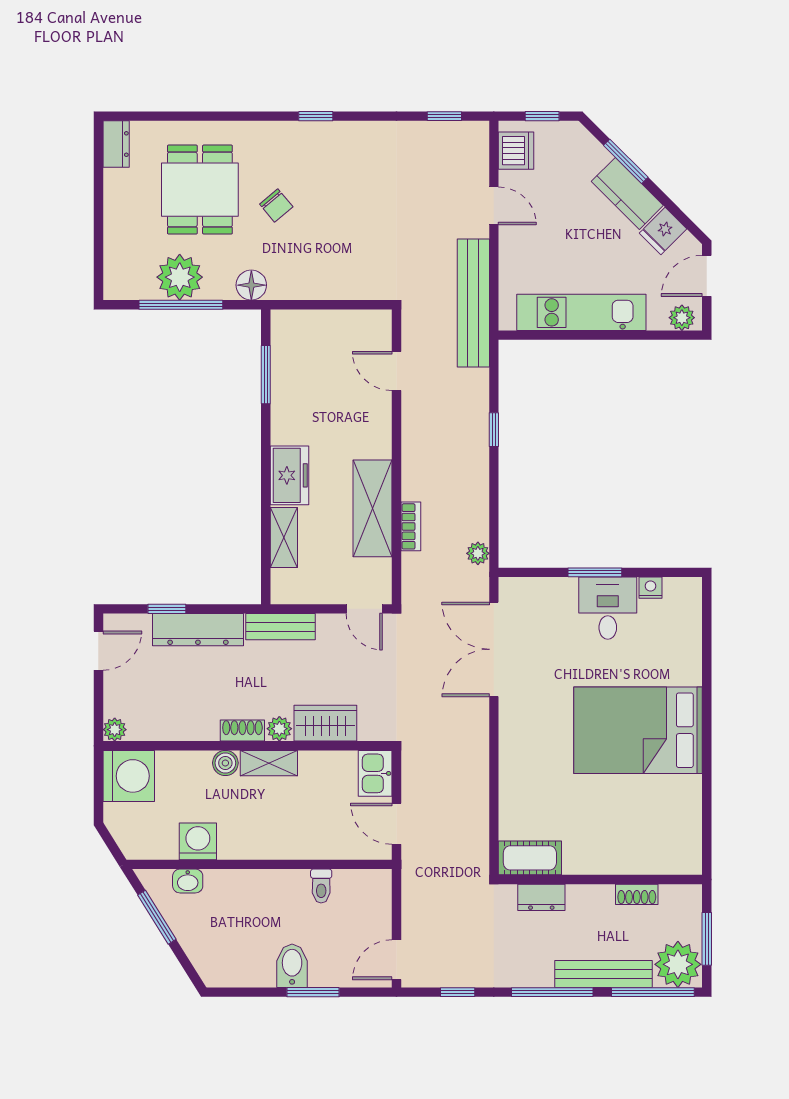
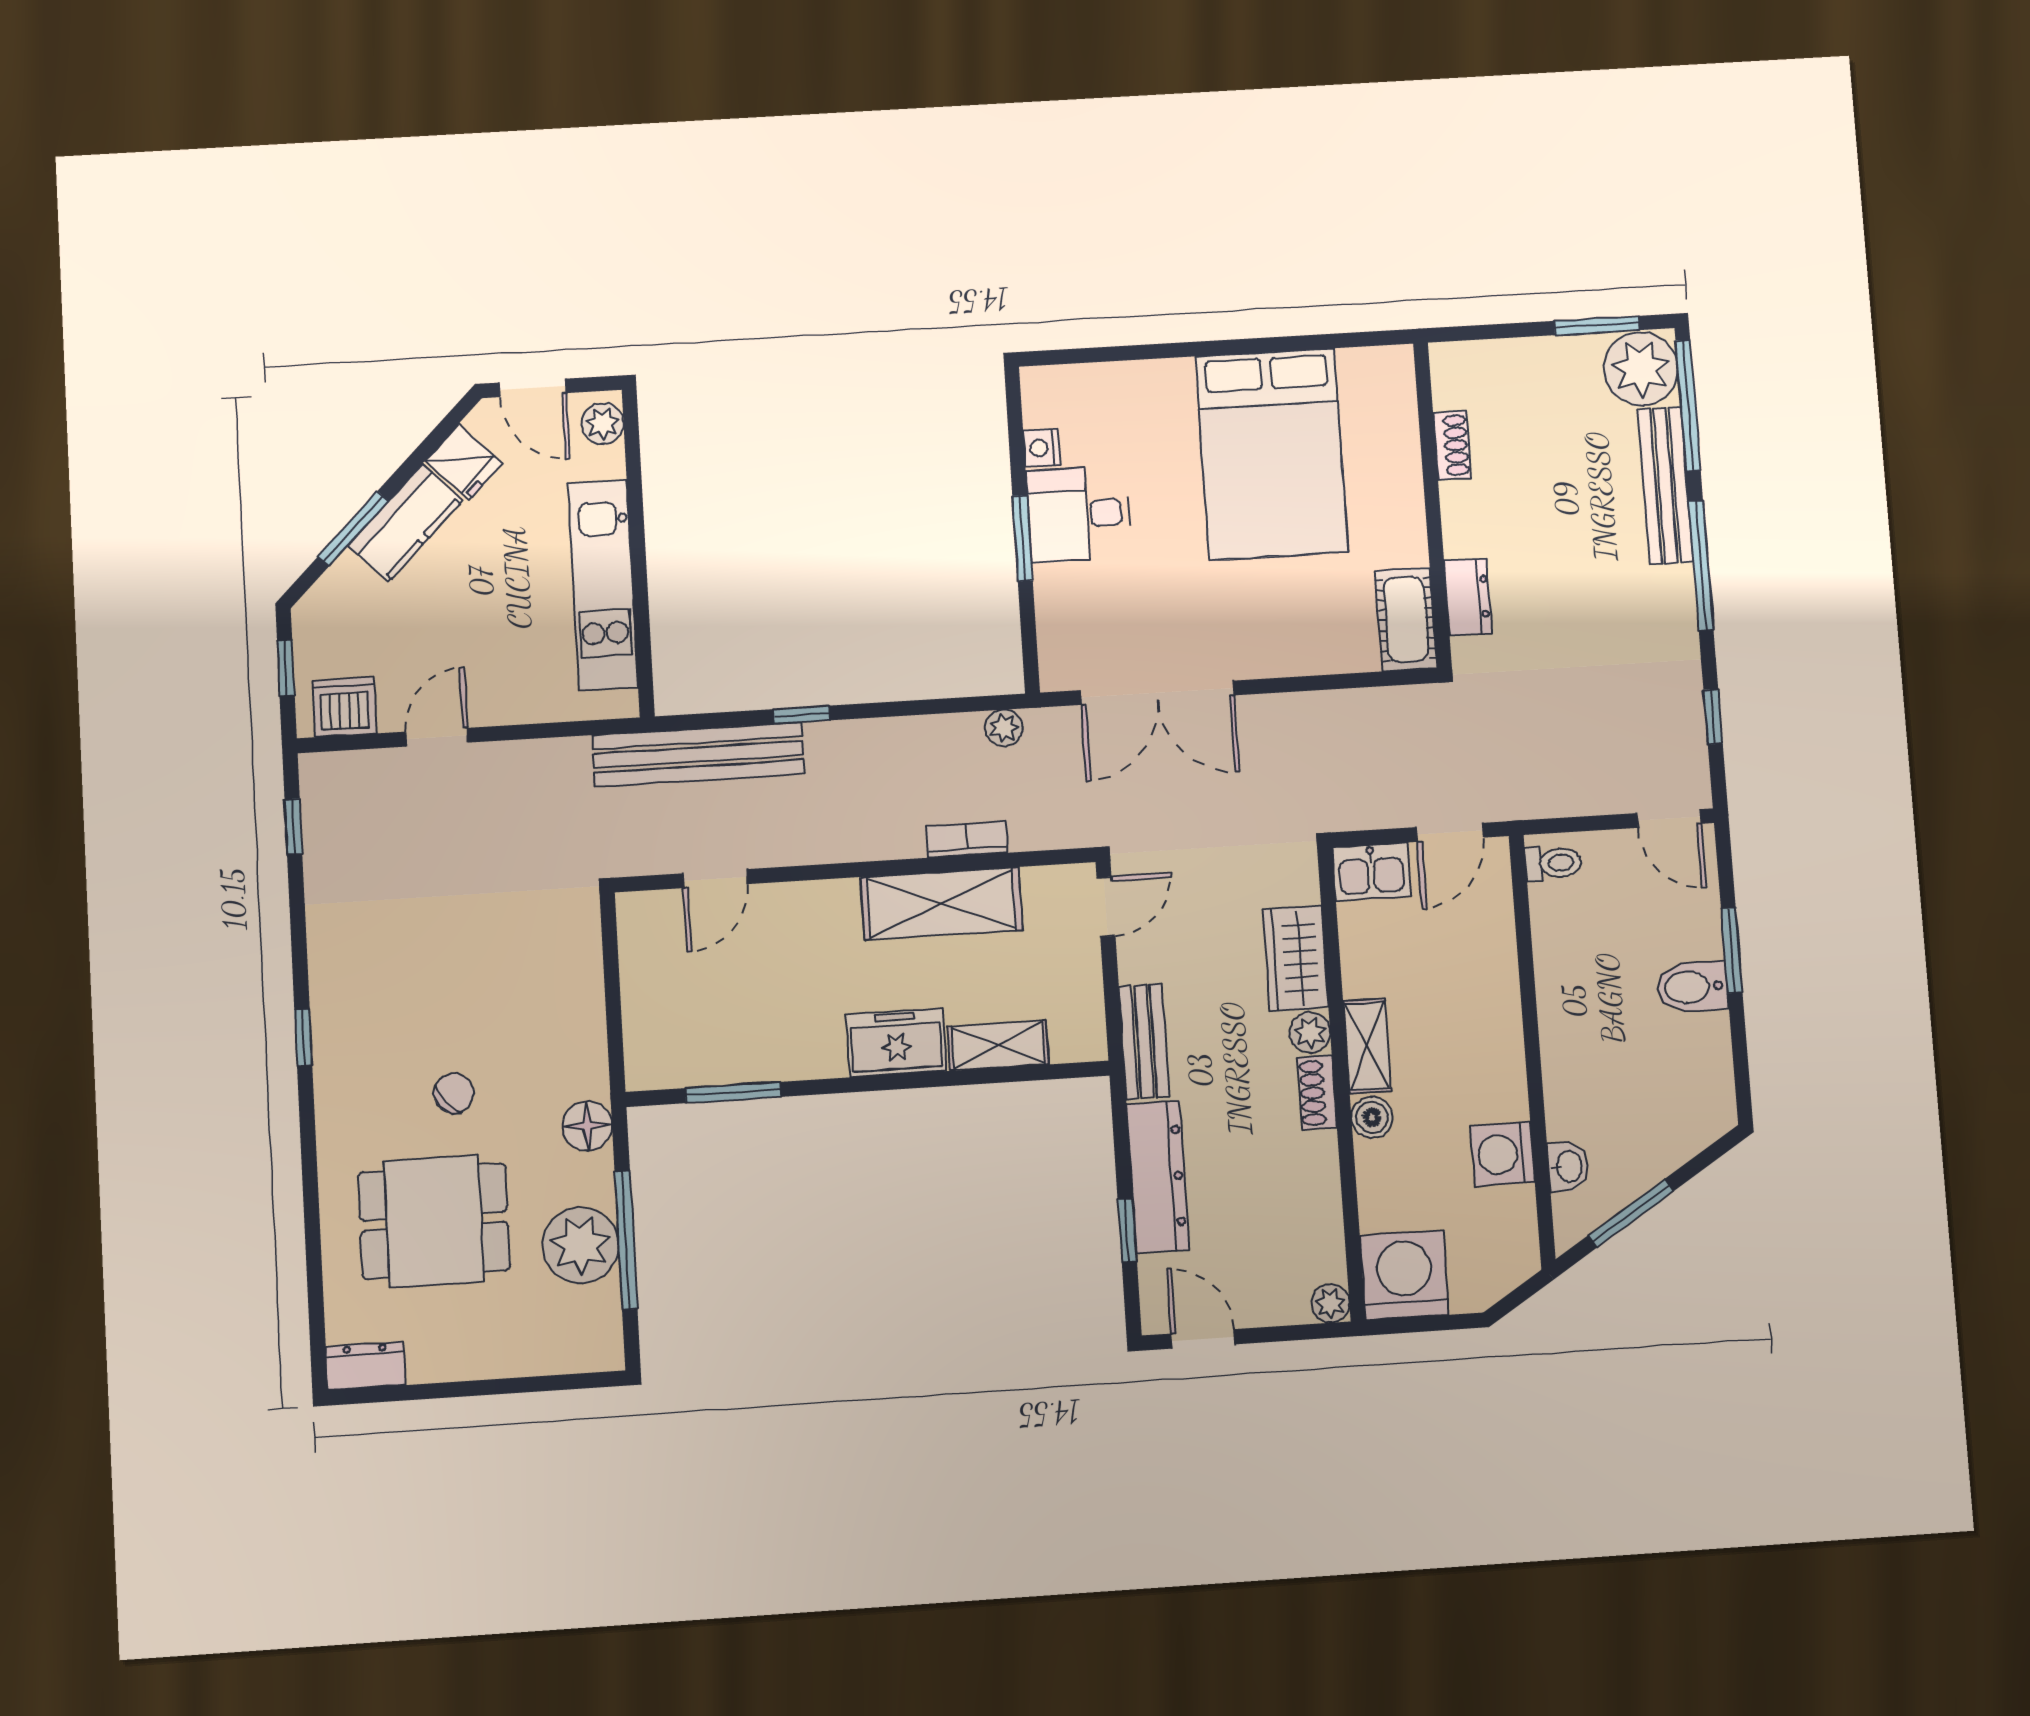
bench: (473, 303) -> (698, 754), moved
cot: (530, 858) -> (1406, 619), moved
wall: (600, 880) -> (1432, 505), moved
toilet: (321, 886) -> (1553, 863), moved
shoe rack: (637, 894) -> (1452, 445), moved
dresser: (541, 897) -> (1468, 597), moved

